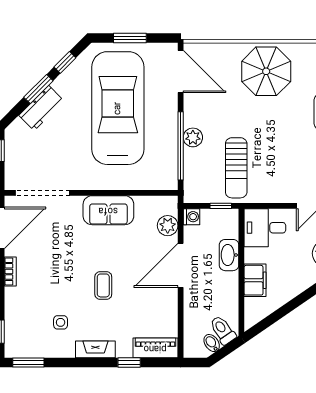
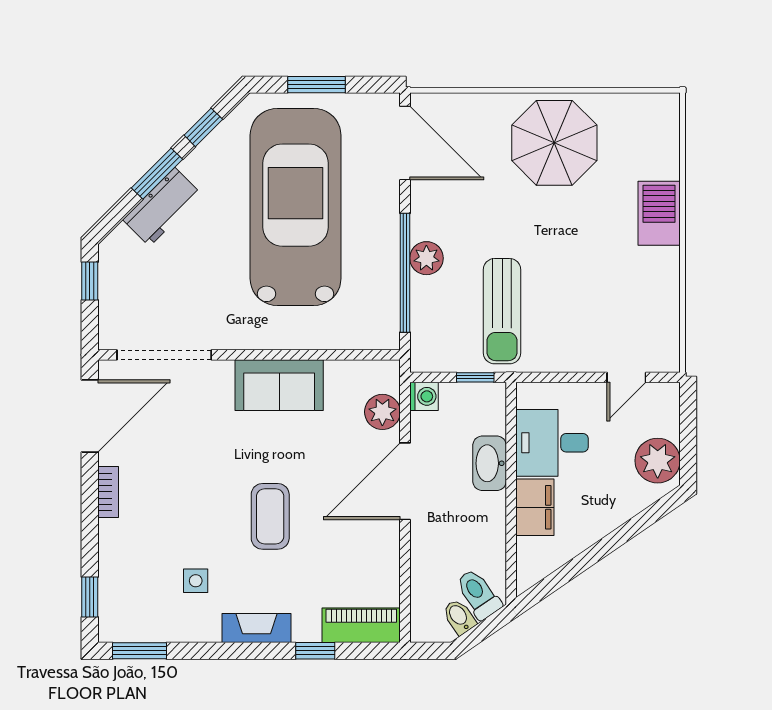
desk: (265, 228) -> (552, 443), moved
coffee table: (103, 285) -> (270, 516), width x1.36, depth x1.30

